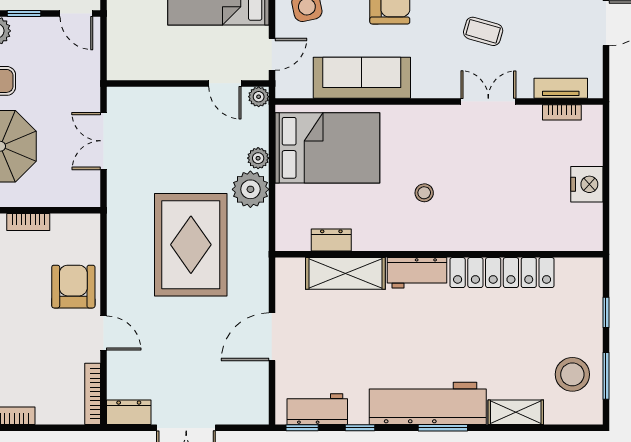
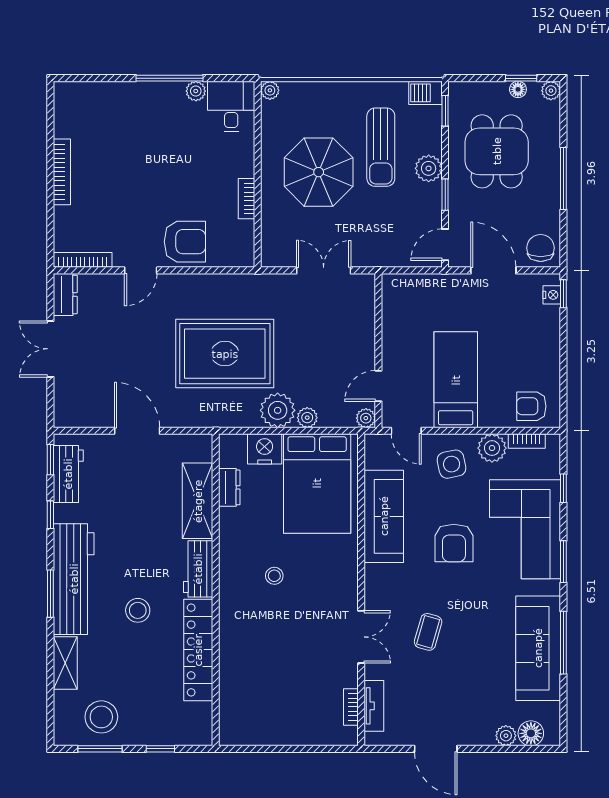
nightstand: (587, 184) -> (265, 449), moved, turned 180
stool: (460, 336) -> (138, 610), added

